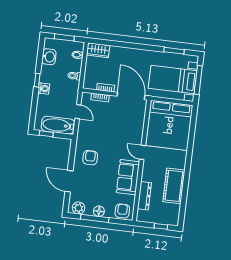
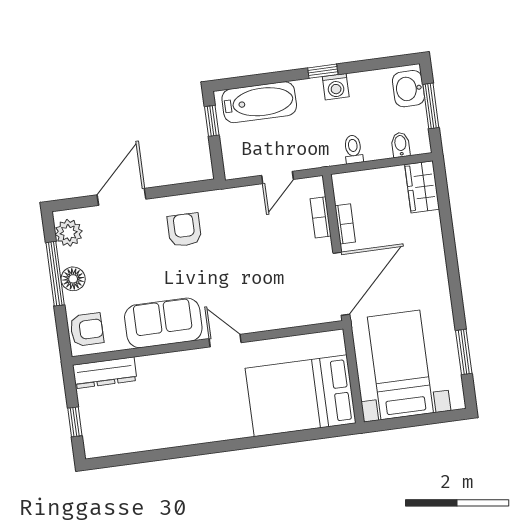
washbasin: (49, 57) -> (408, 89), moved, turned 90
window: (198, 80) -> (414, 421), removed
washing machine: (44, 88) -> (336, 87), moved
bathtub: (58, 125) -> (259, 102), moved, turned 90
bed: (169, 125) -> (301, 396), width x0.73
door: (143, 152) -> (225, 341), hinge flipped
armchair: (90, 158) -> (184, 230), turned -90
cot: (174, 186) -> (170, 427), removed
dresser: (144, 196) -> (105, 373), moved

